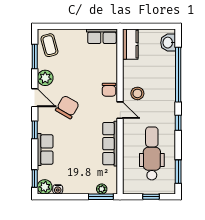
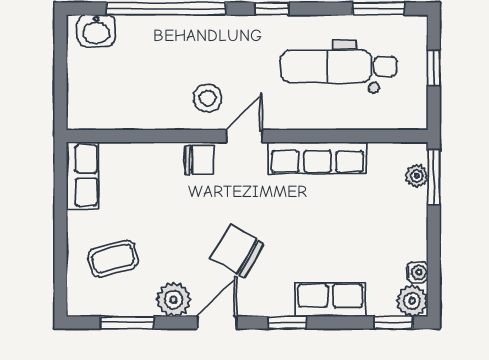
kitchen counter: (130, 44) -> (100, 113), removed
coffee table: (49, 45) -> (113, 259), moved

